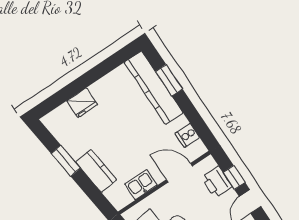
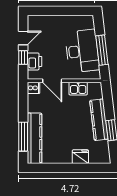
window: (169, 80) -> (23, 137), width x1.44
cooker: (187, 135) -> (34, 88), moved
kitchen counter: (96, 171) -> (99, 120), width x1.50

